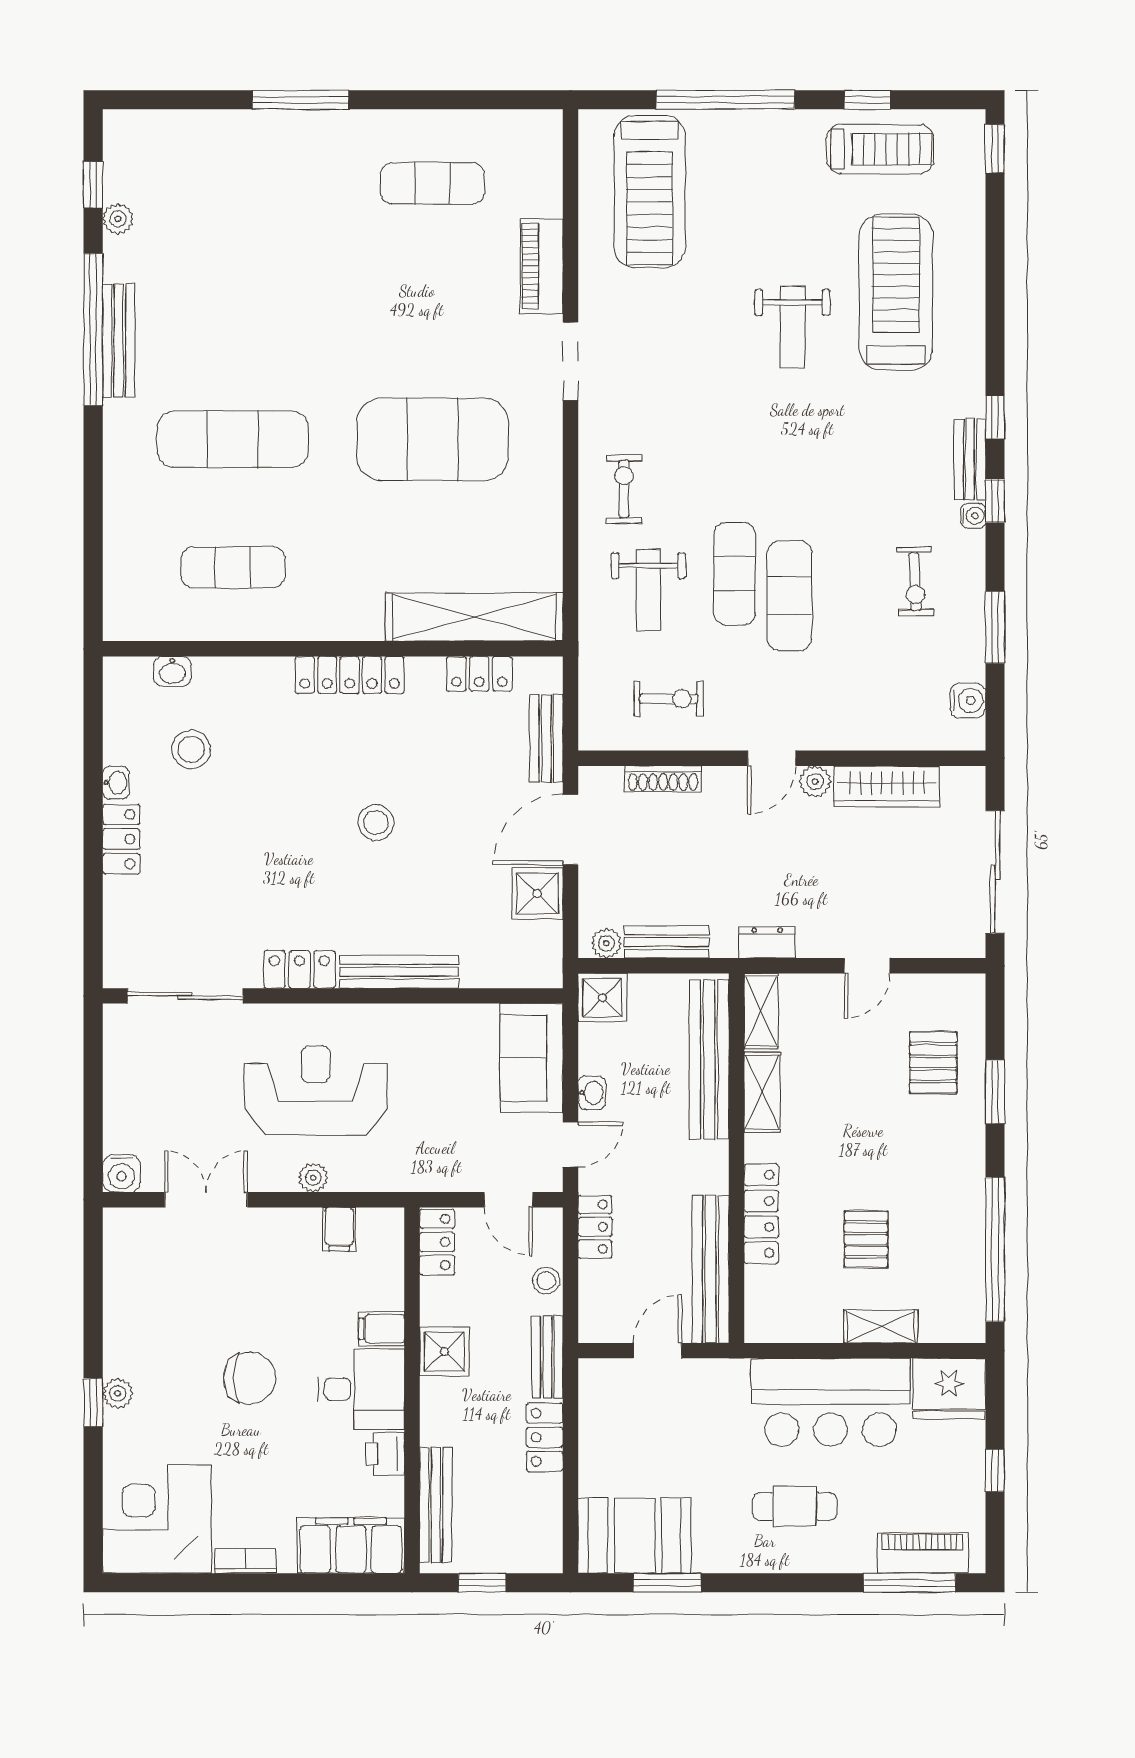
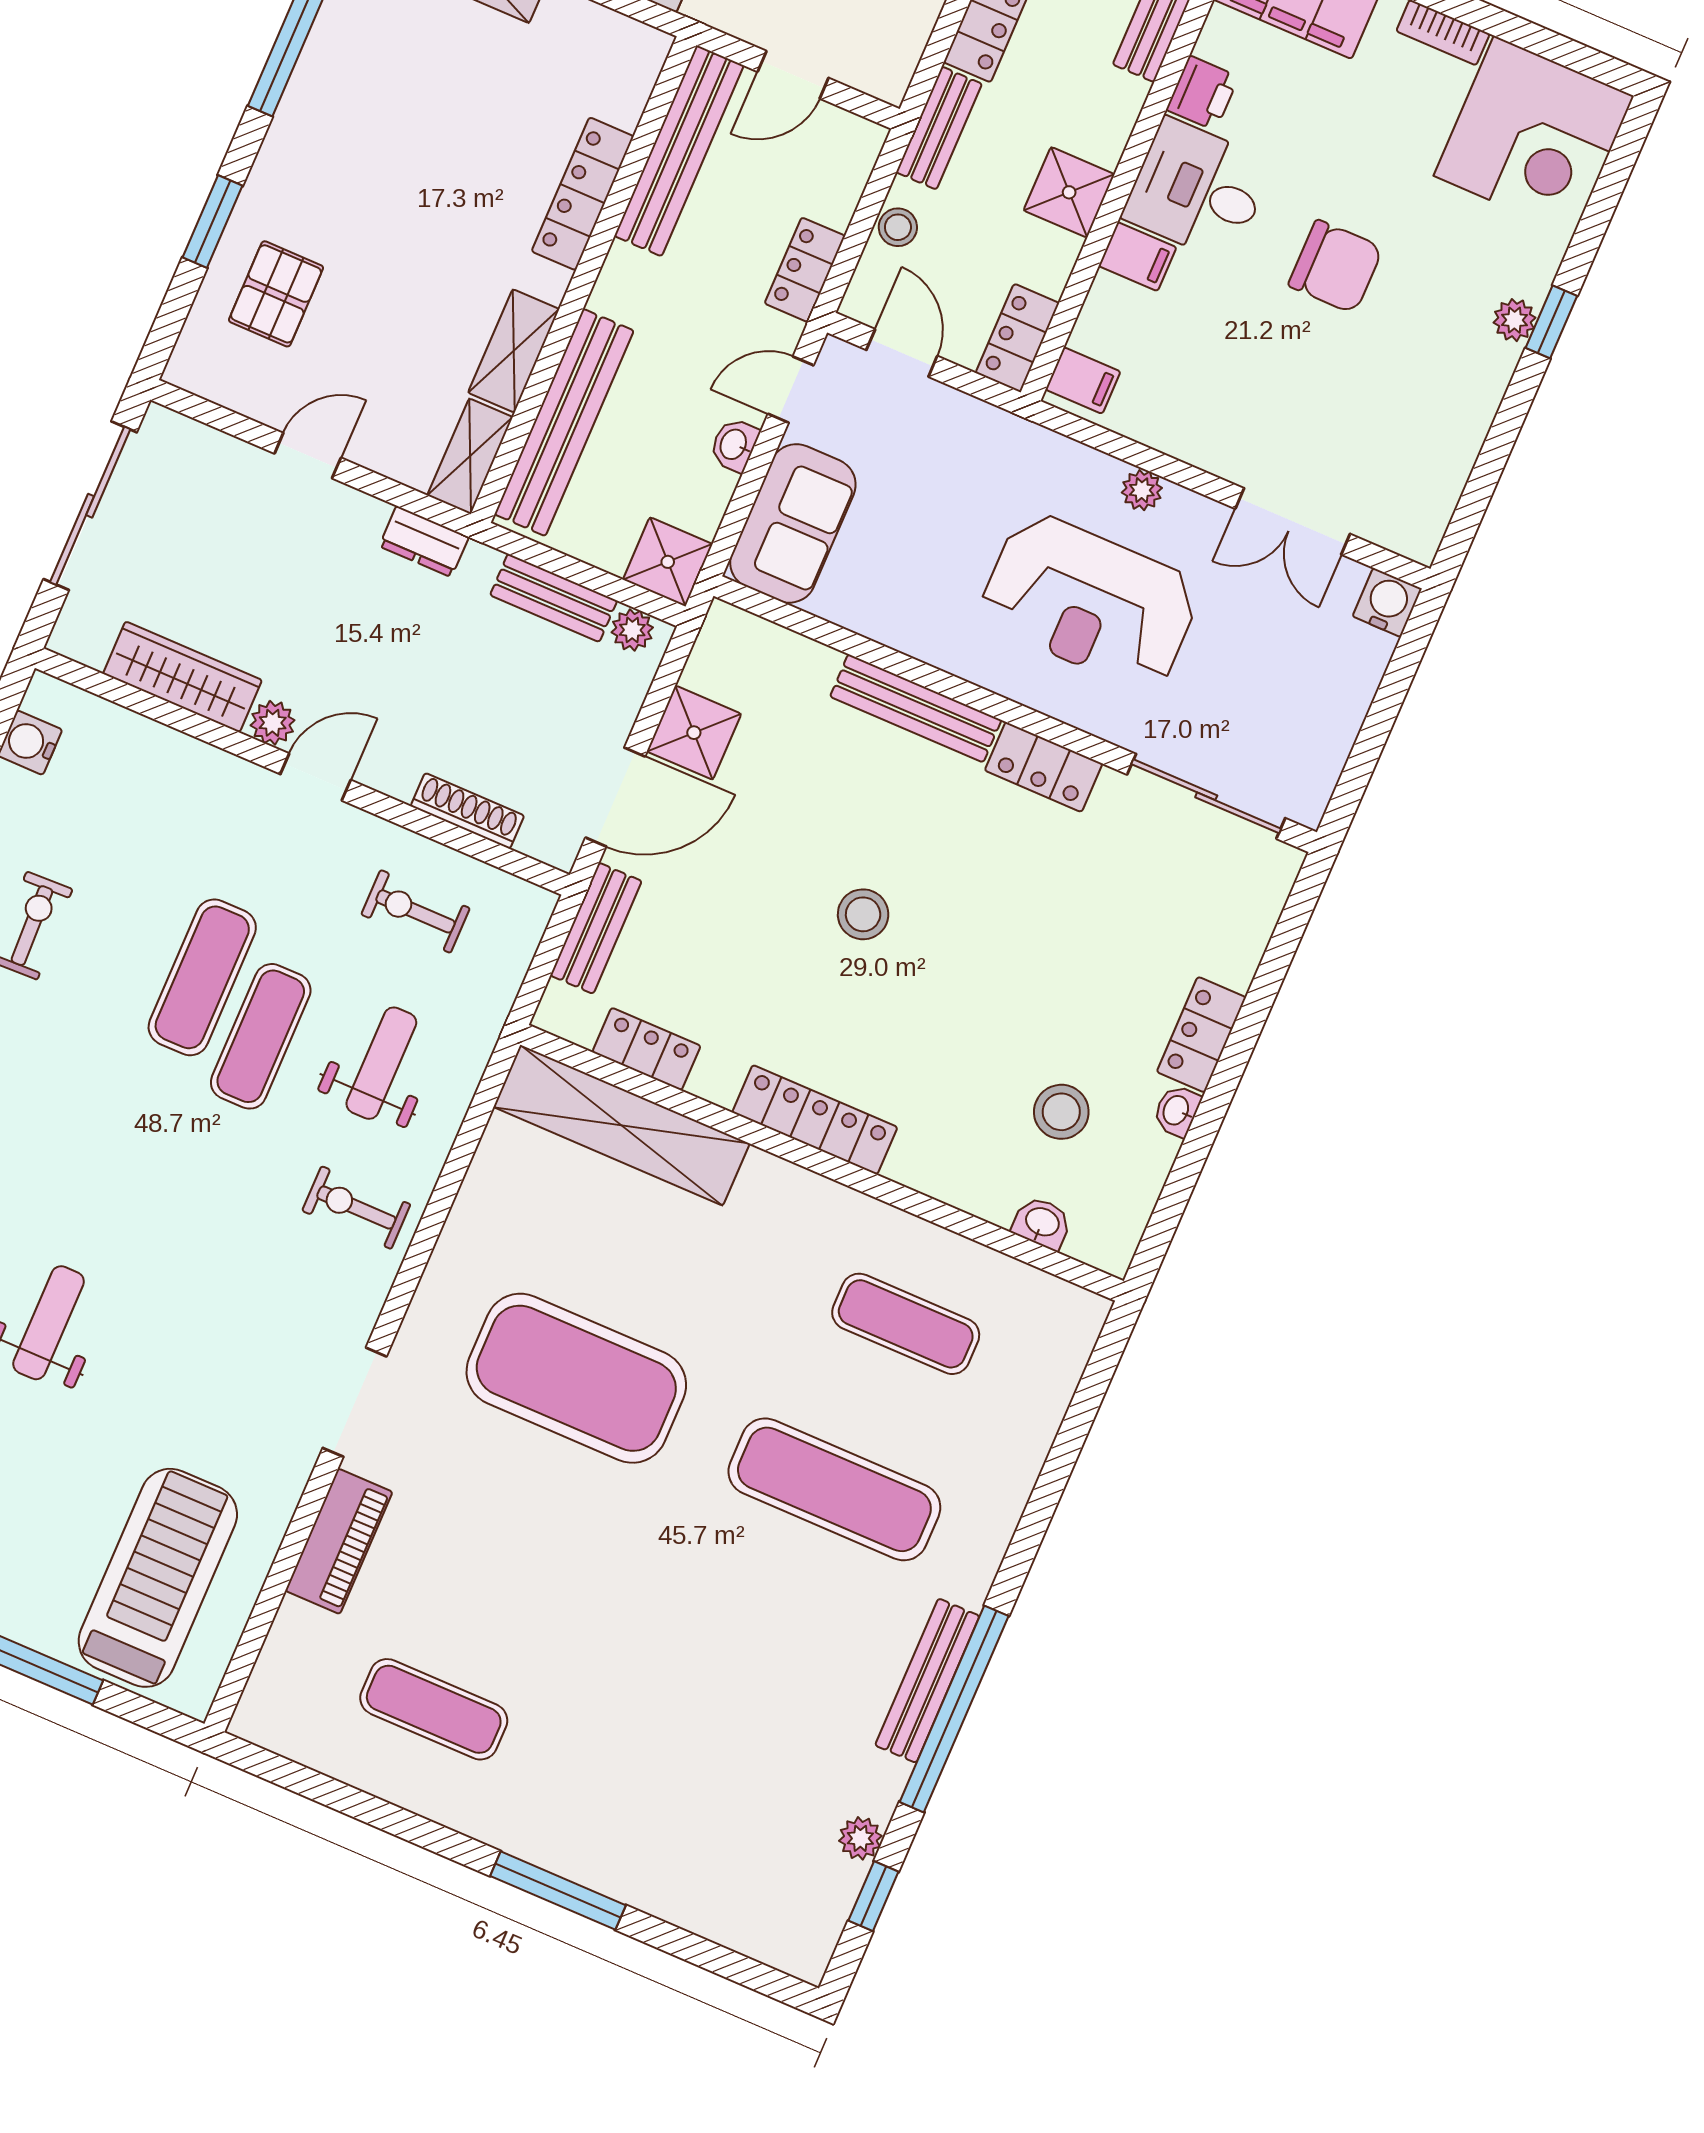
exercise bike: (624, 489) -> (356, 1208), turned 90
filing cabinet: (339, 1229) -> (1083, 381), moved, turned 90
pallet: (866, 1239) -> (461, 103), removed
chair: (250, 1378) -> (1336, 267), turned 180

